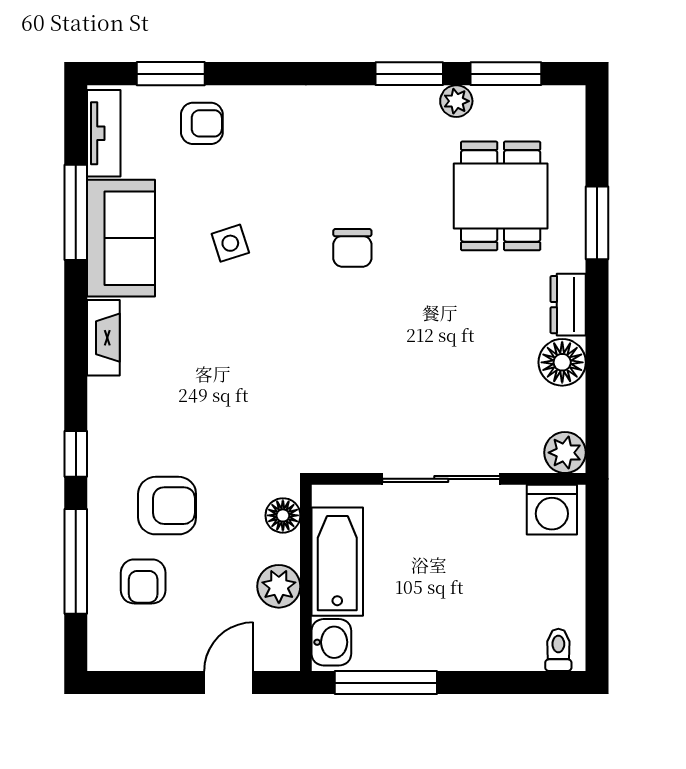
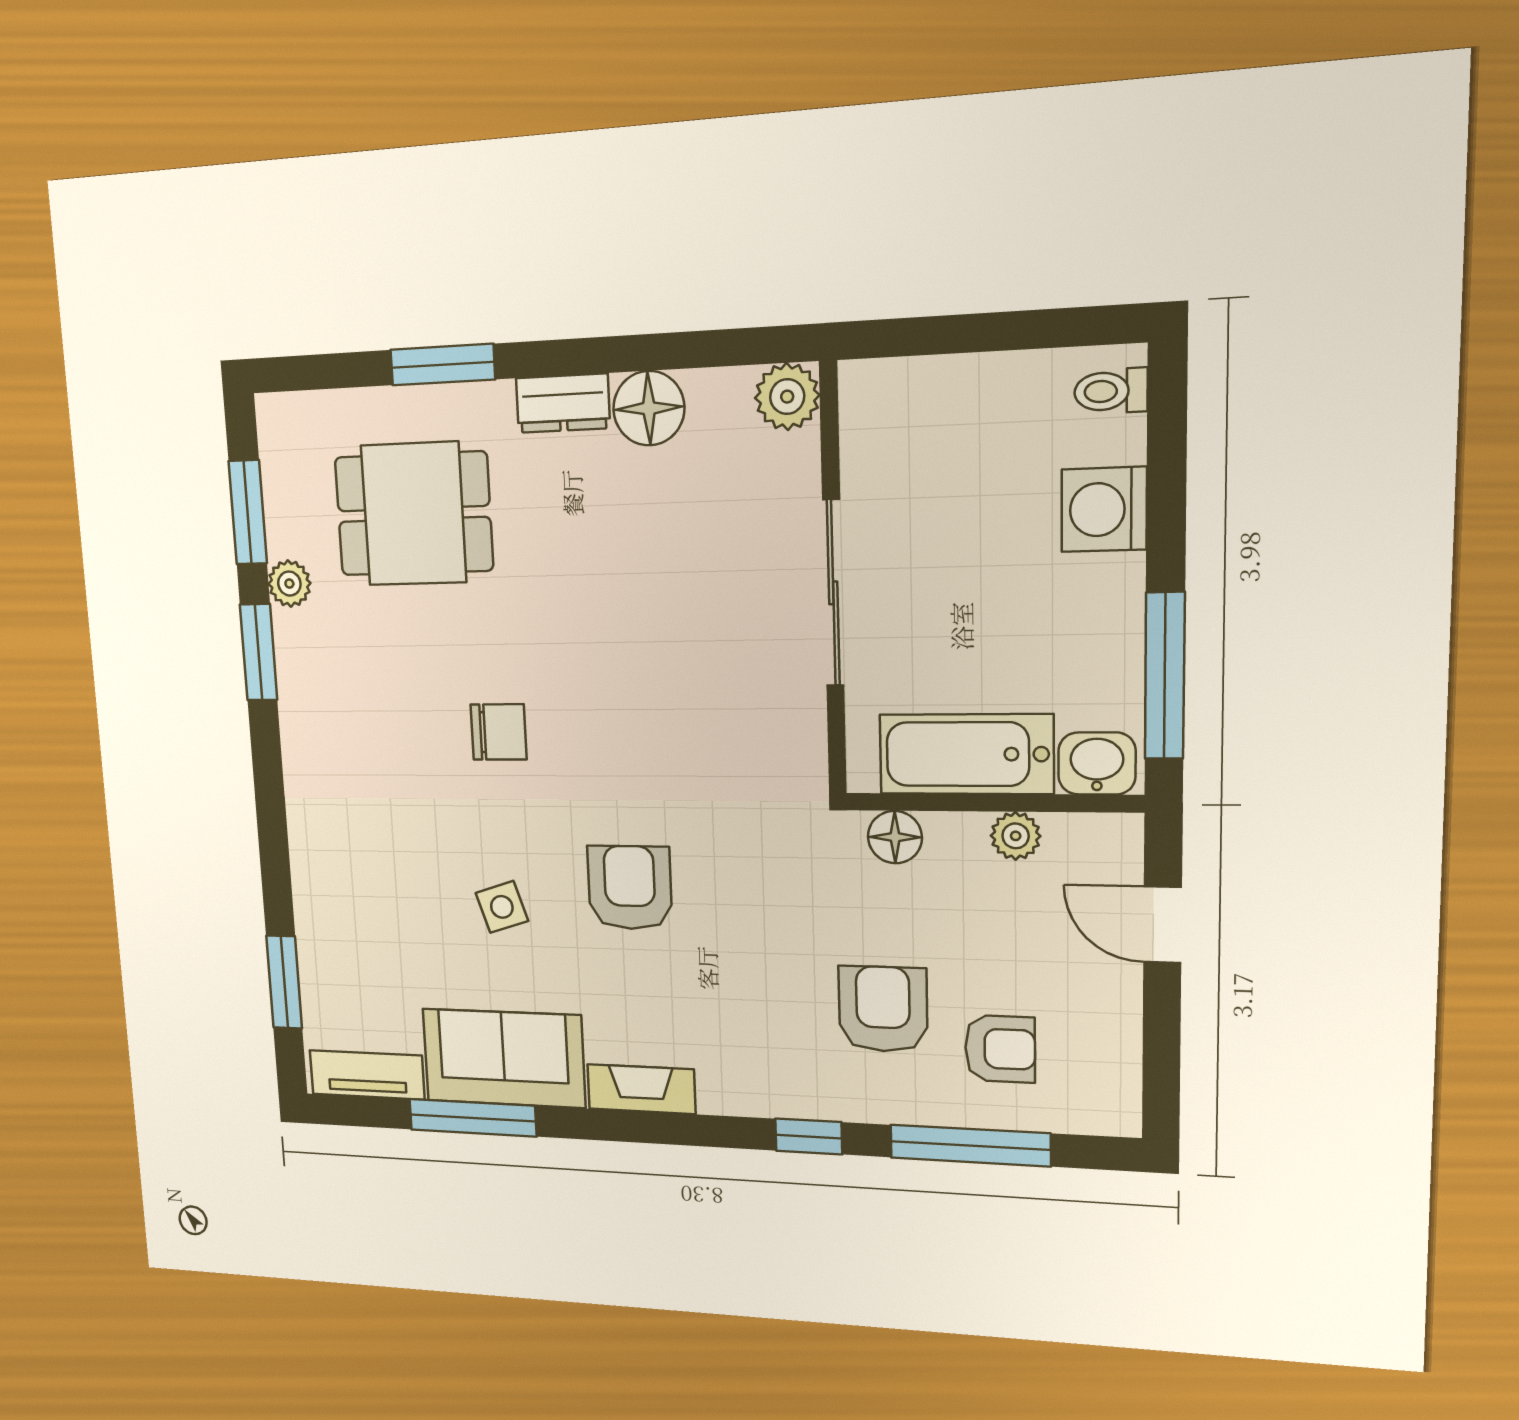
armchair: (202, 123) -> (630, 888), moved, width x1.38, depth x1.38
washing machine: (552, 510) -> (1104, 509), moved, turned 180
plant: (279, 586) -> (1016, 836), width x0.73, depth x0.73

